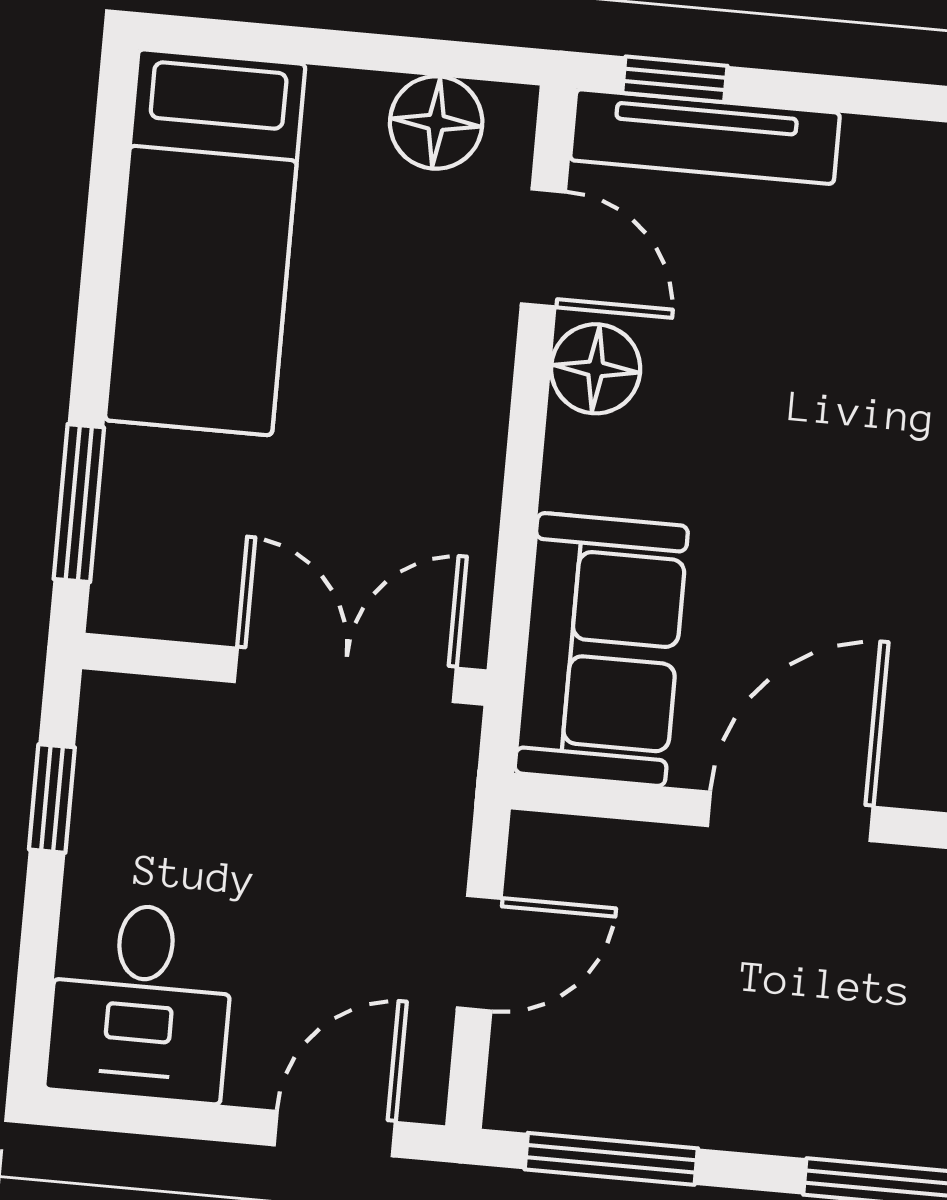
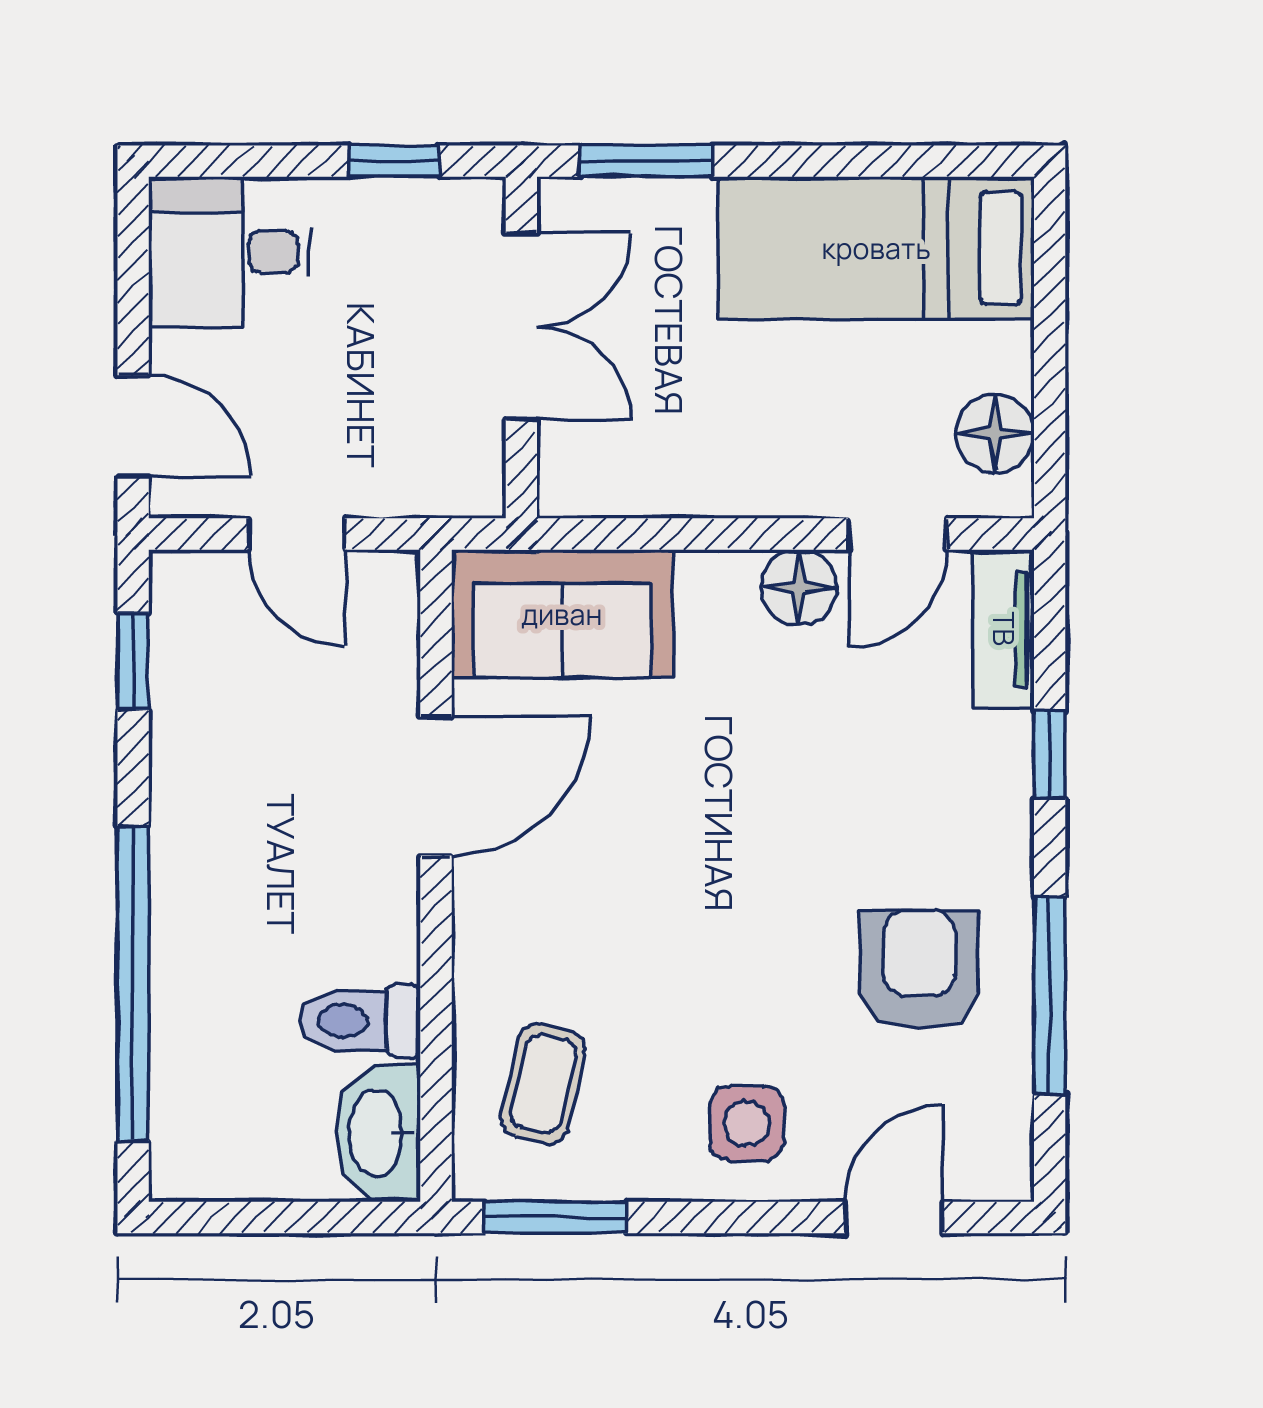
window: (675, 79) -> (1050, 755), moved
tv unit: (705, 137) -> (1004, 629), width x0.71
double door: (345, 675) -> (521, 326), moved
door: (790, 816) -> (436, 786), hinge flipped
window: (611, 1159) -> (133, 661), width x0.67

